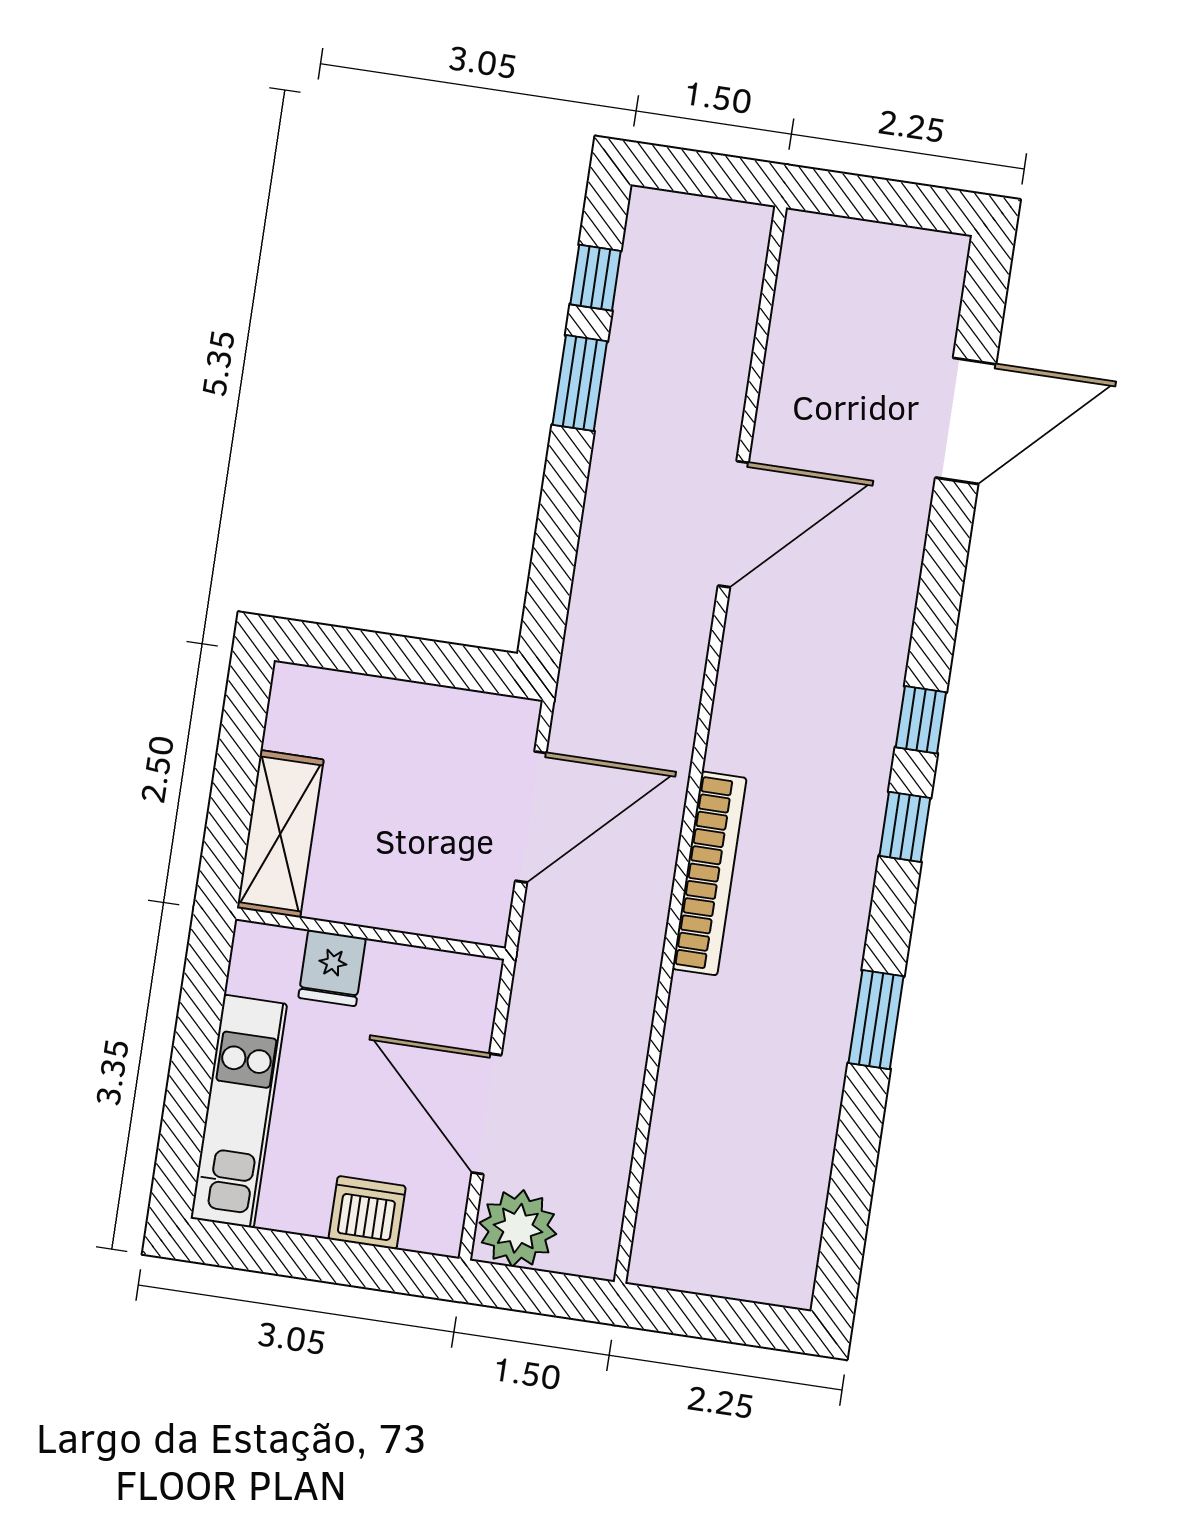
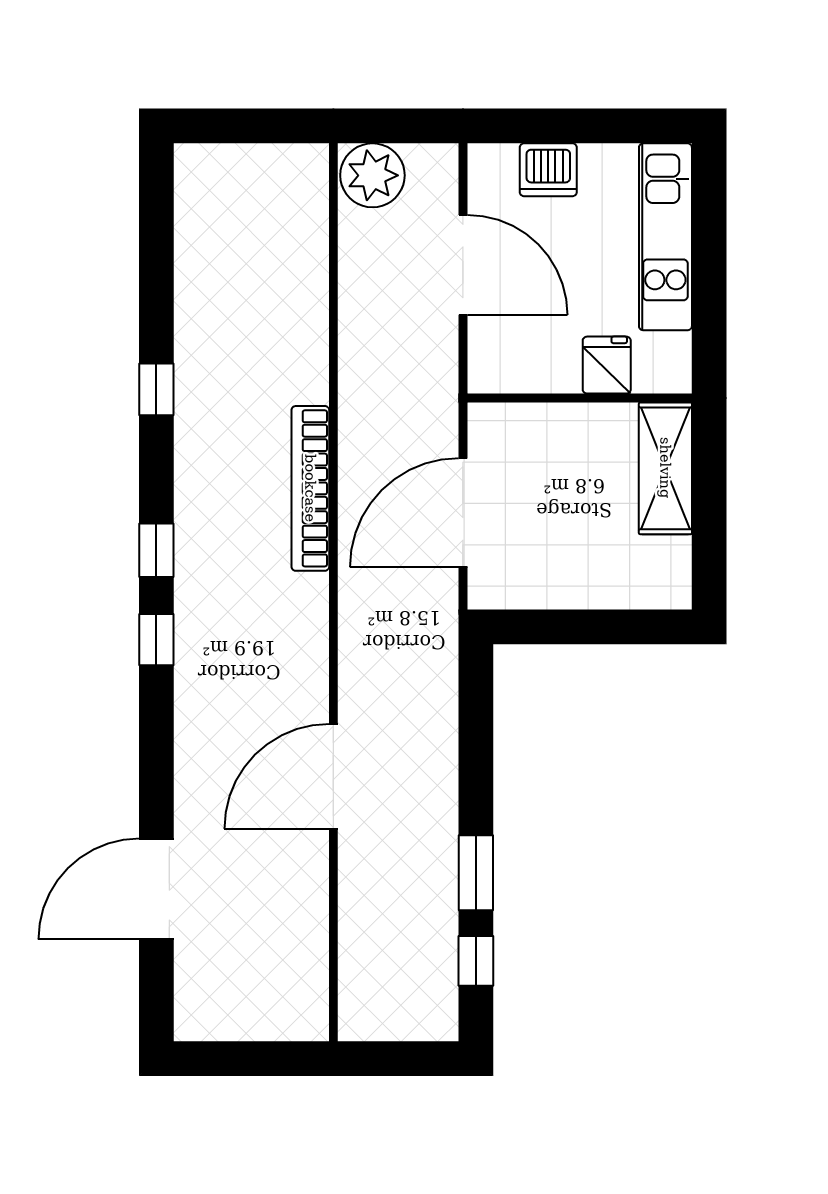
window: (876, 1020) -> (156, 389), width x0.67
plant: (518, 1228) -> (372, 175), moved

